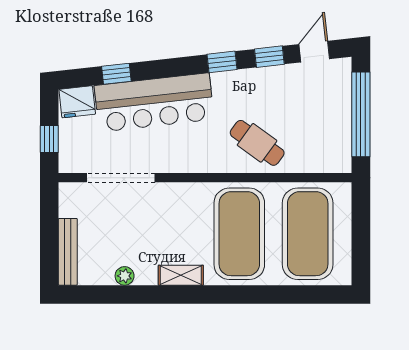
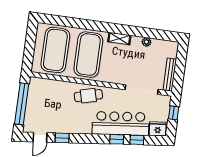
window: (222, 62) -> (117, 139), moved
cafe table: (257, 143) -> (88, 96), moved, turned -51
bench: (68, 252) -> (170, 75), moved

